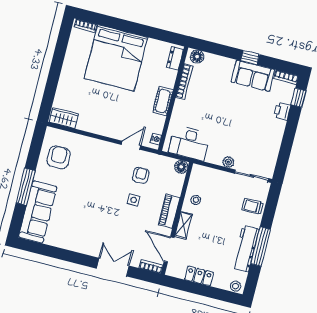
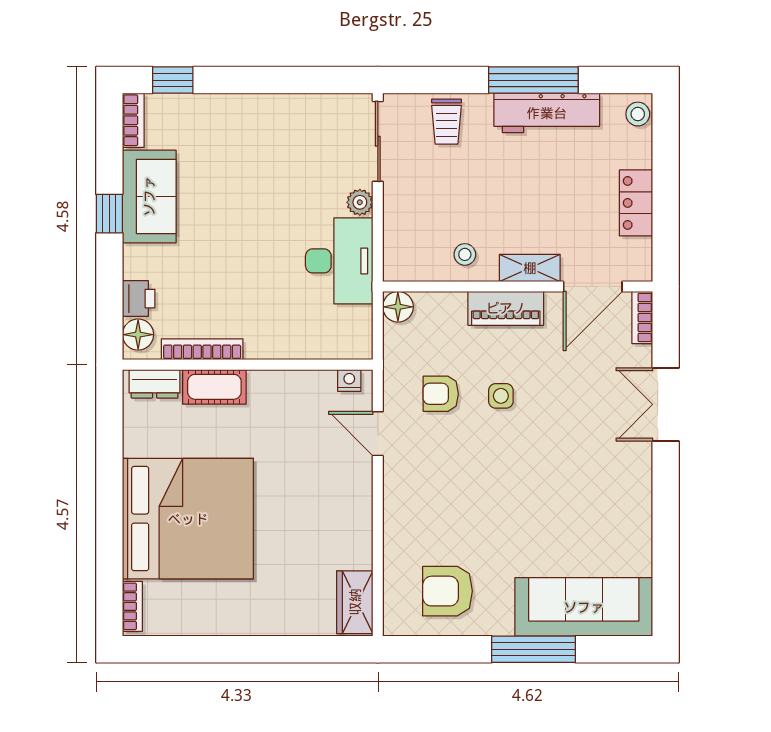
cot: (163, 101) -> (214, 387), moved
printer: (282, 111) -> (139, 299), moved, turned -90
desk: (189, 143) -> (339, 261), moved

